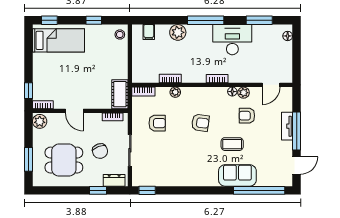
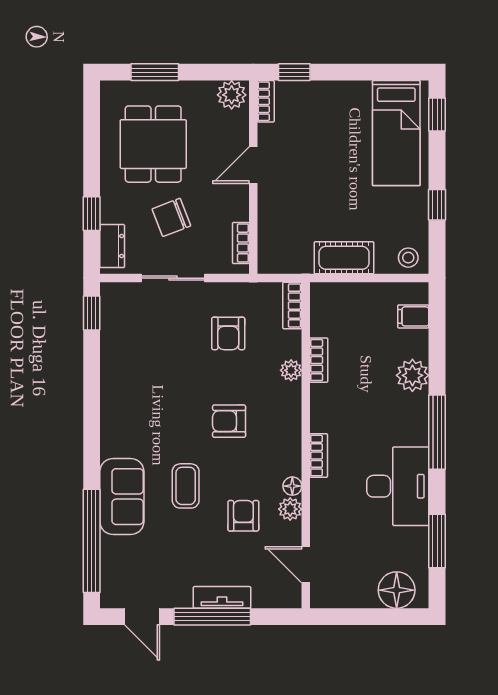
floor lamp: (288, 36) -> (397, 590), width x1.89, depth x1.89
cot: (120, 94) -> (344, 258), moved
armchair: (200, 123) -> (229, 421), turned 82

